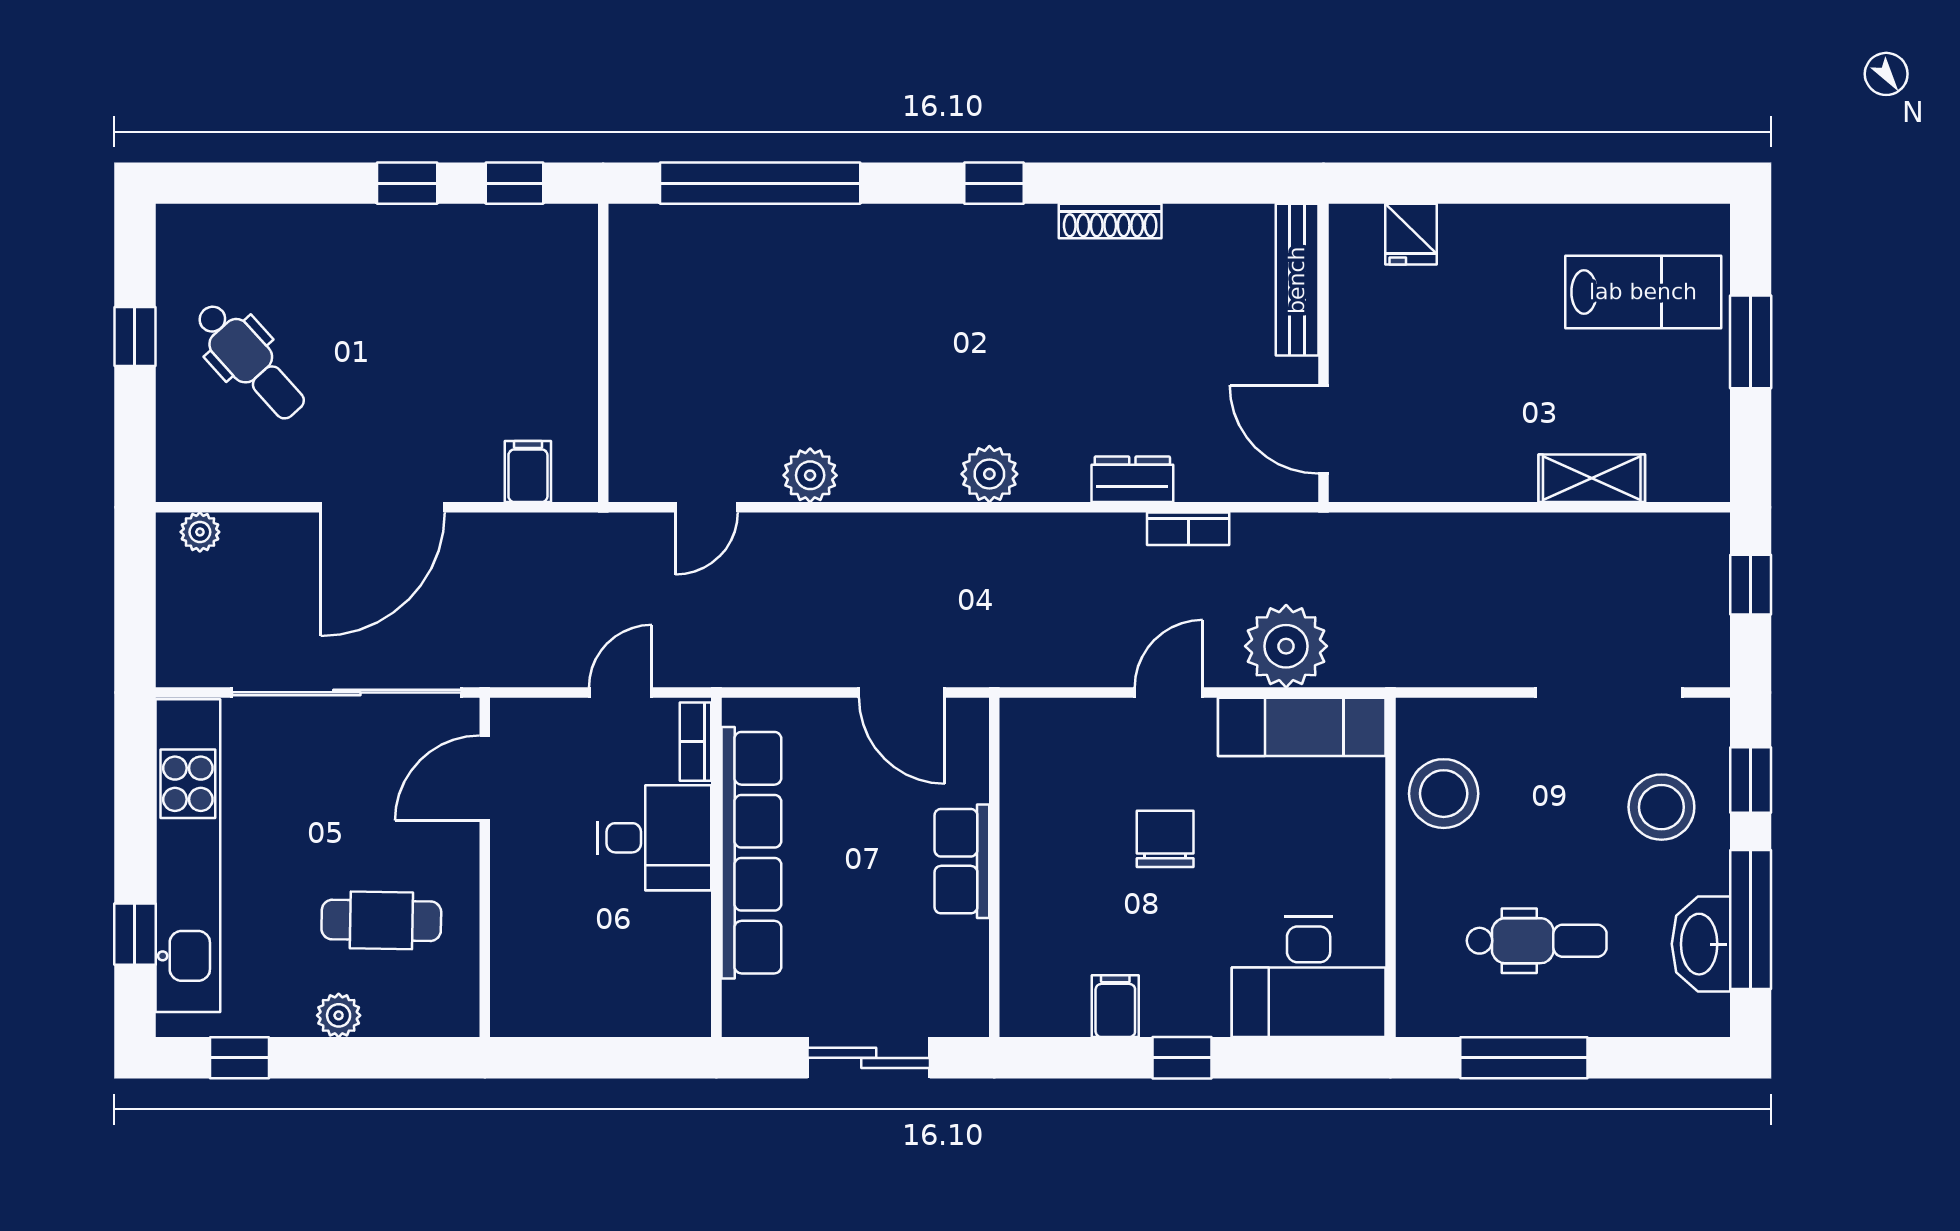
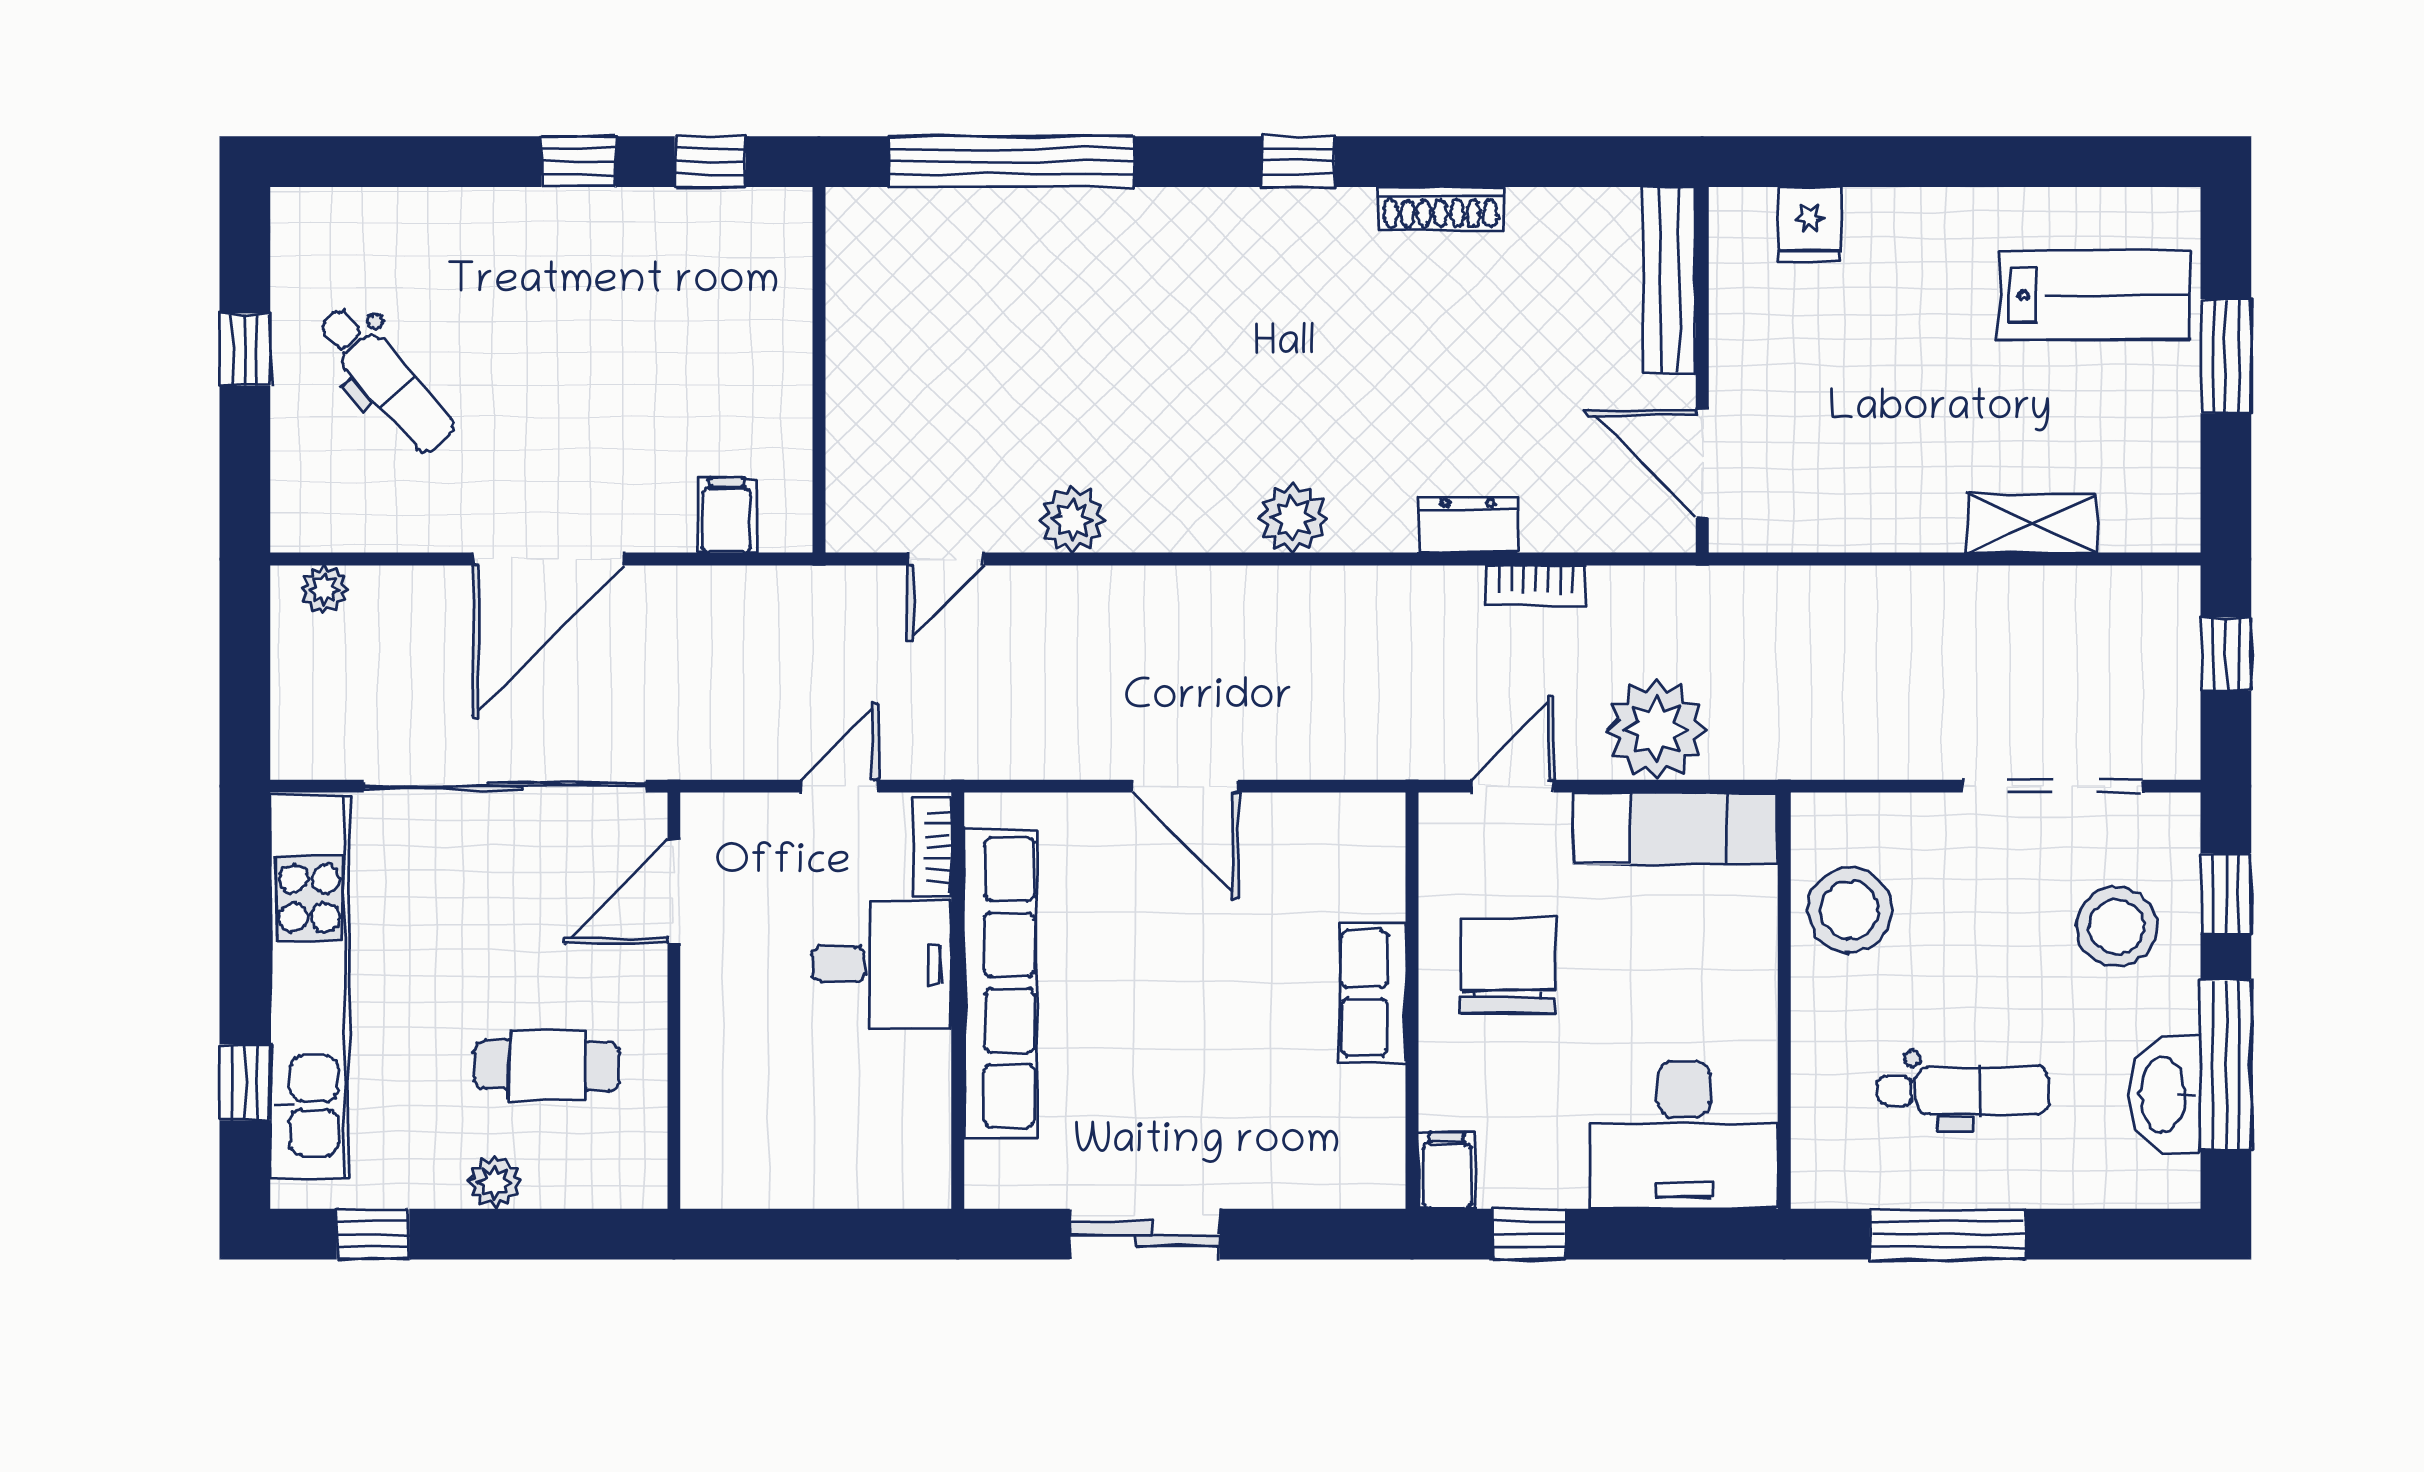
chair: (1165, 839) -> (1508, 966), width x1.37, depth x1.37
row of seats: (962, 861) -> (1372, 993), moved
wall: (994, 867) -> (1412, 1001), moved

